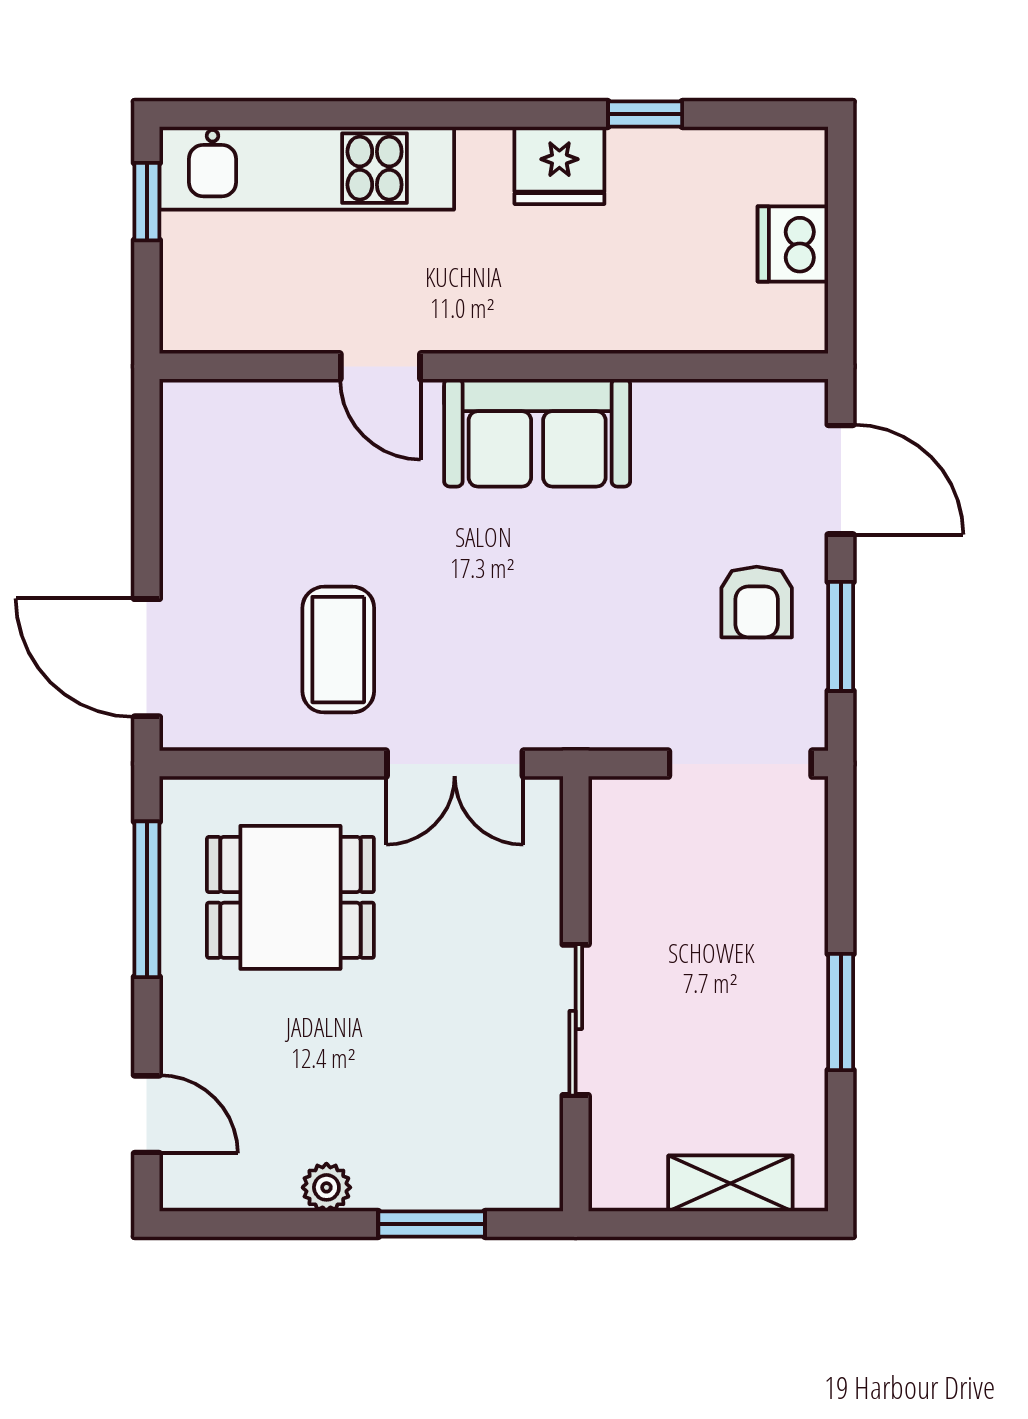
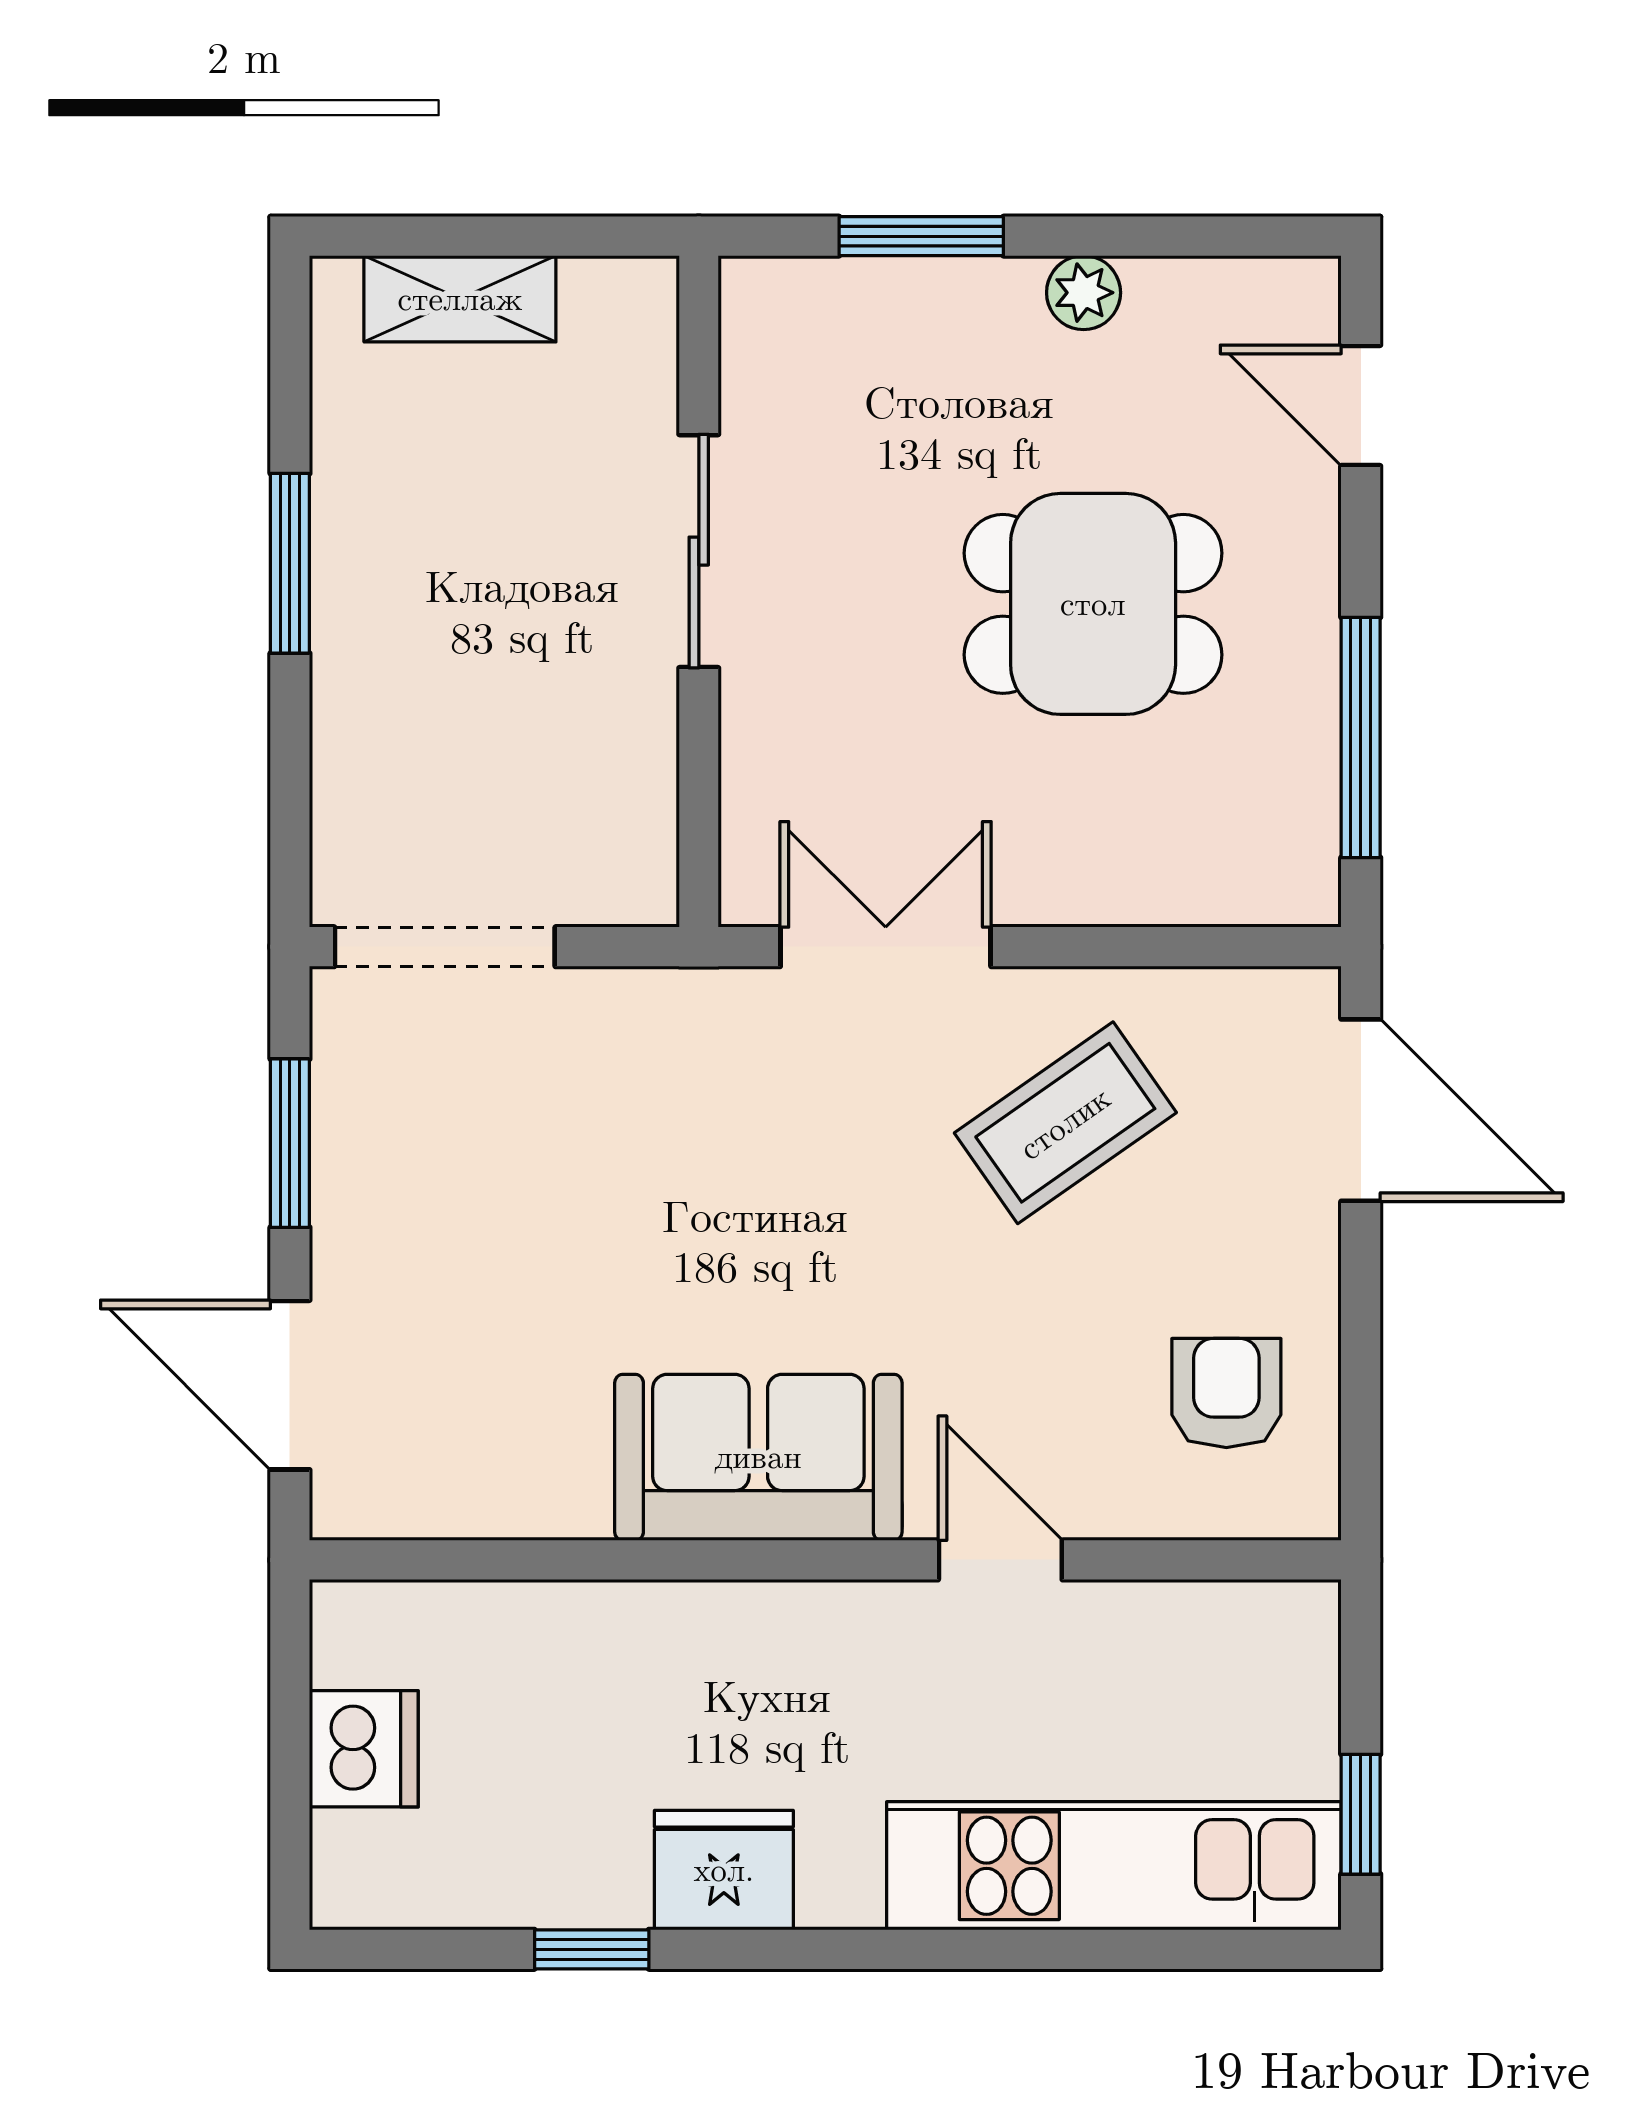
armchair: (757, 602) -> (1226, 1393), moved
coffee table: (338, 650) -> (1065, 1123), turned 55
dining table: (290, 897) -> (1093, 604), moved

